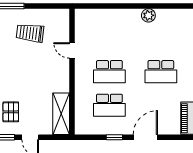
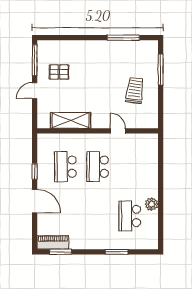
door: (72, 50) -> (118, 131), hinge flipped
school desk: (161, 72) -> (130, 216), moved
shelving: (61, 114) -> (71, 120), moved

